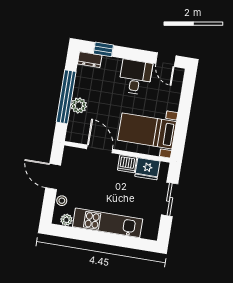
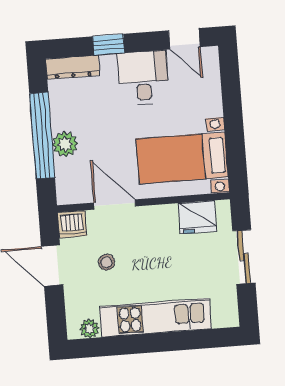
window: (103, 49) -> (109, 45), moved
dresser: (90, 60) -> (73, 67), width x1.44
dishwasher: (127, 164) -> (72, 224), moved
stool: (62, 201) -> (107, 262), moved

